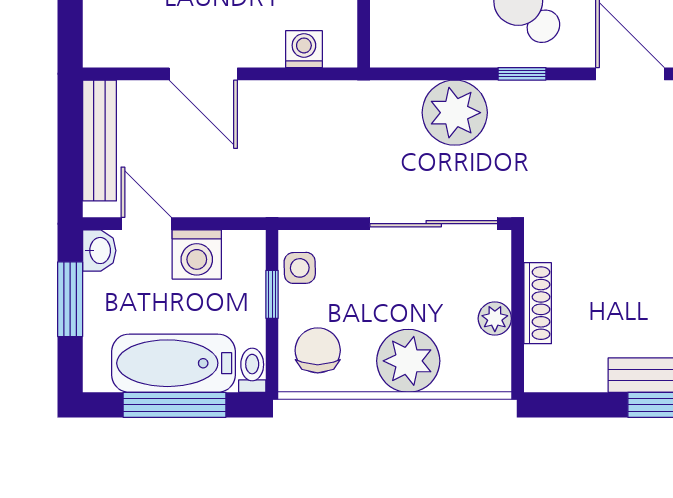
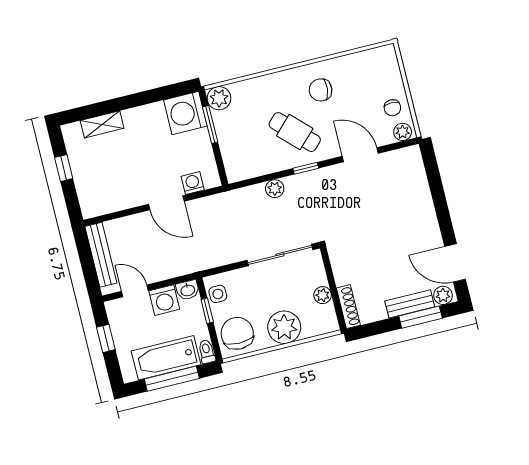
door: (203, 74) -> (166, 203), moved
plant: (455, 113) -> (275, 189), width x0.53, depth x0.53
washbasin: (99, 251) -> (188, 290), moved, turned 90
window: (70, 299) -> (106, 338), width x0.67
shoe rack: (538, 303) -> (348, 307), moved
chair: (318, 350) -> (237, 333), width x1.37, depth x1.37

